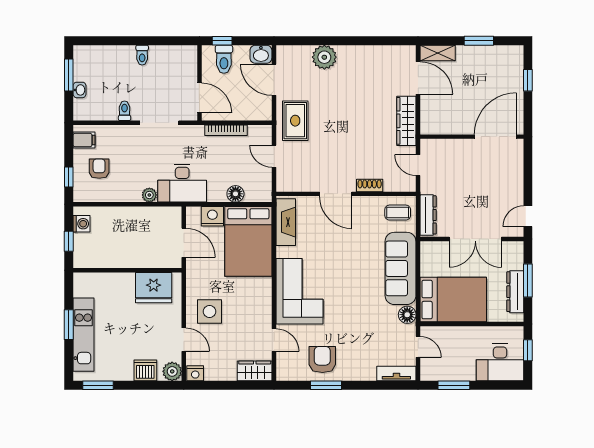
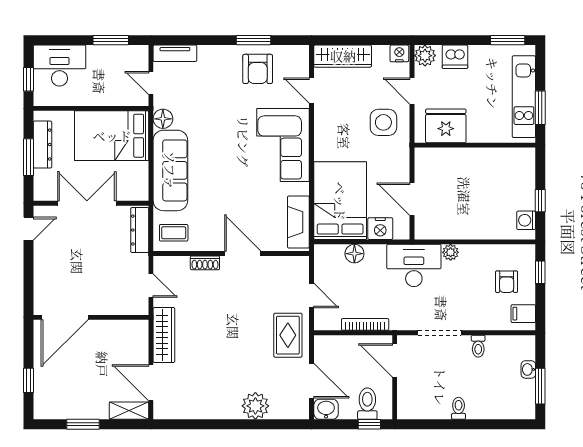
wall: (127, 270) -> (475, 145), moved
fridge: (154, 288) -> (446, 126), moved
wardrobe: (255, 371) -> (343, 56), width x1.50

